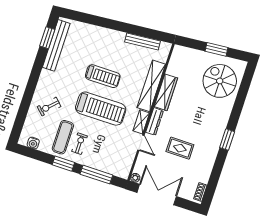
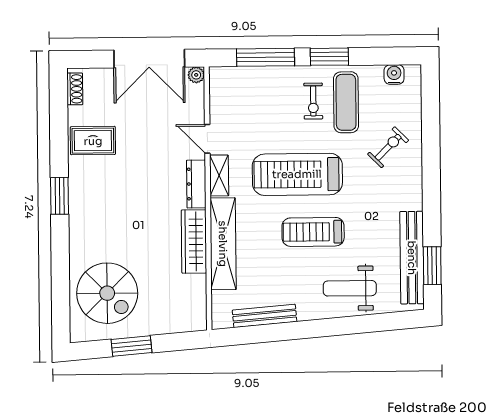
weight bench: (94, 41) -> (350, 288), added
rug: (180, 148) -> (93, 141), moved

